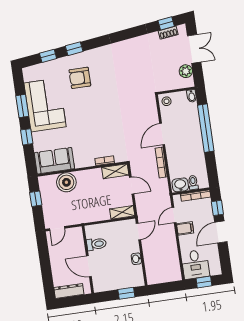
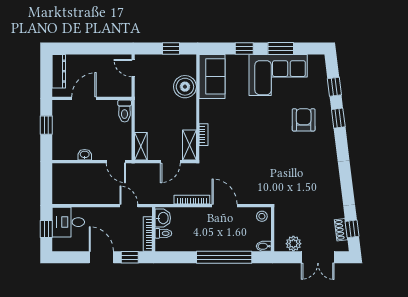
filing cabinet: (185, 228) -> (112, 216), removed
toilet: (96, 244) -> (125, 111), moved
window: (126, 293) -> (46, 125), moved

